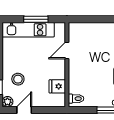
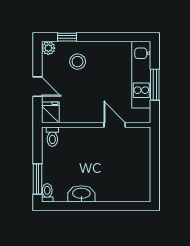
fridge: (57, 86) -> (50, 112), moved
door: (24, 110) -> (38, 87), moved

